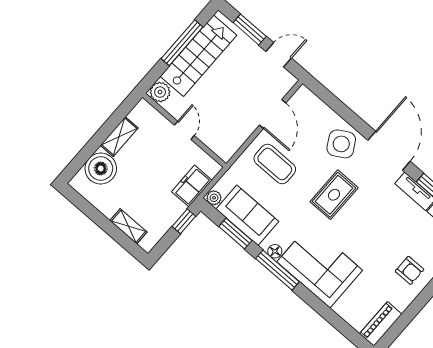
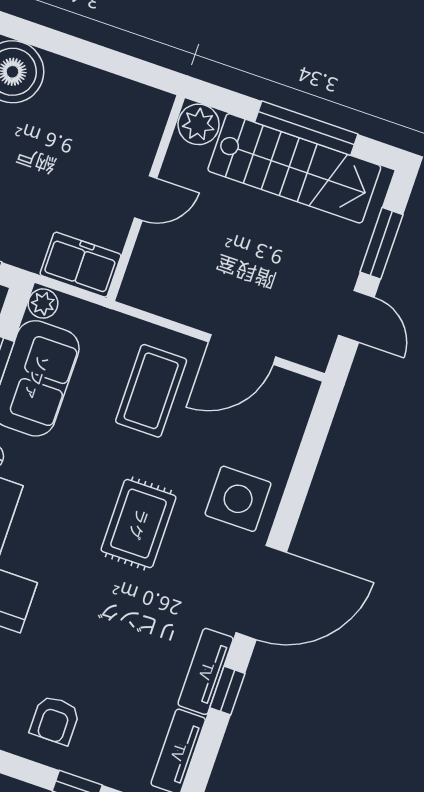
shelving: (119, 137) -> (85, 82), removed
side table: (341, 144) -> (238, 499), turned 30
freezer: (192, 186) -> (80, 265), moved
rug: (334, 195) -> (138, 524), turned 90

